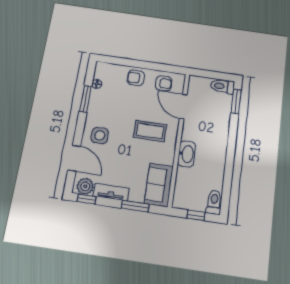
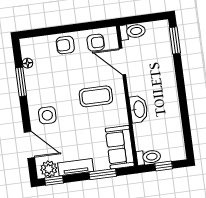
toilet: (222, 86) -> (133, 31), moved, turned 180
toilet: (214, 202) -> (149, 157), moved, turned 90

